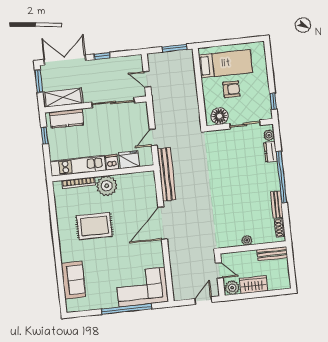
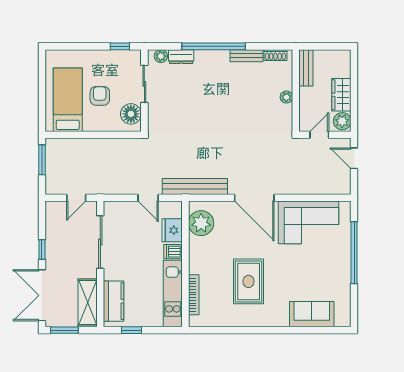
plant: (107, 186) -> (201, 223), moved
corner sofa: (142, 287) -> (309, 222), moved, turned -90

